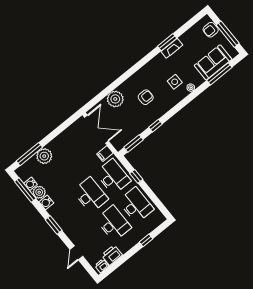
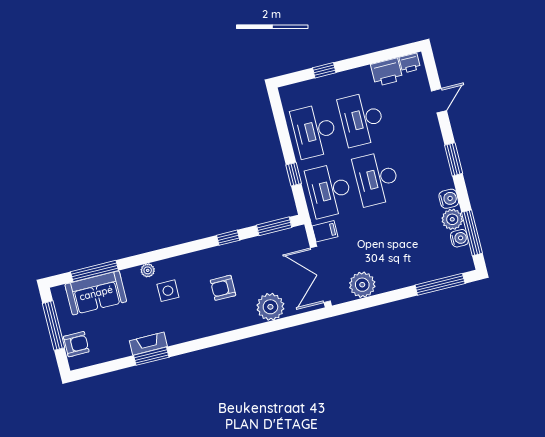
plant: (44, 156) -> (362, 285), moved

